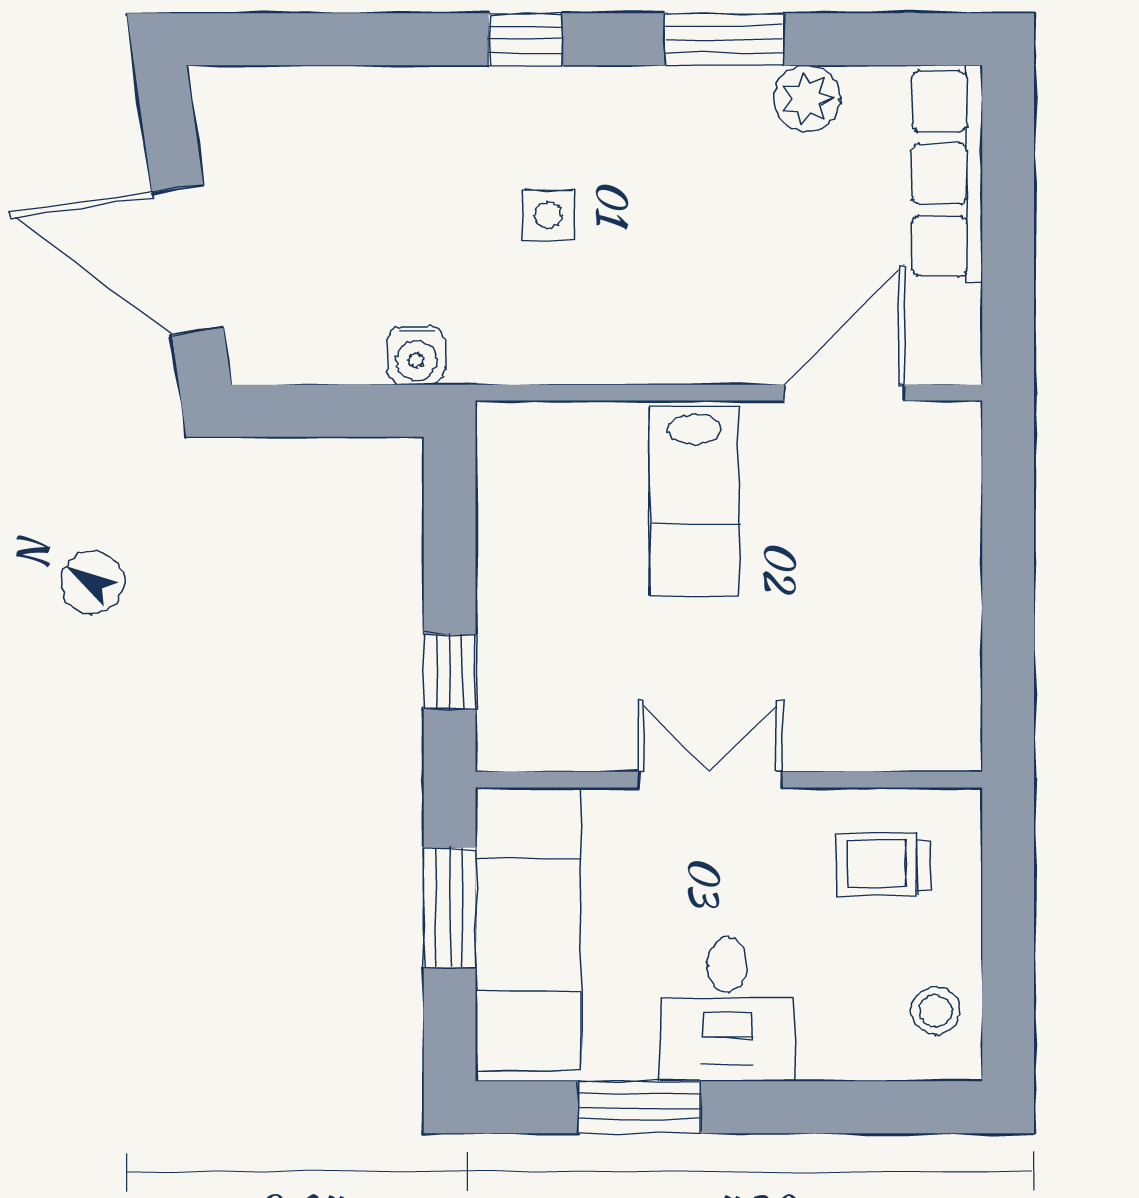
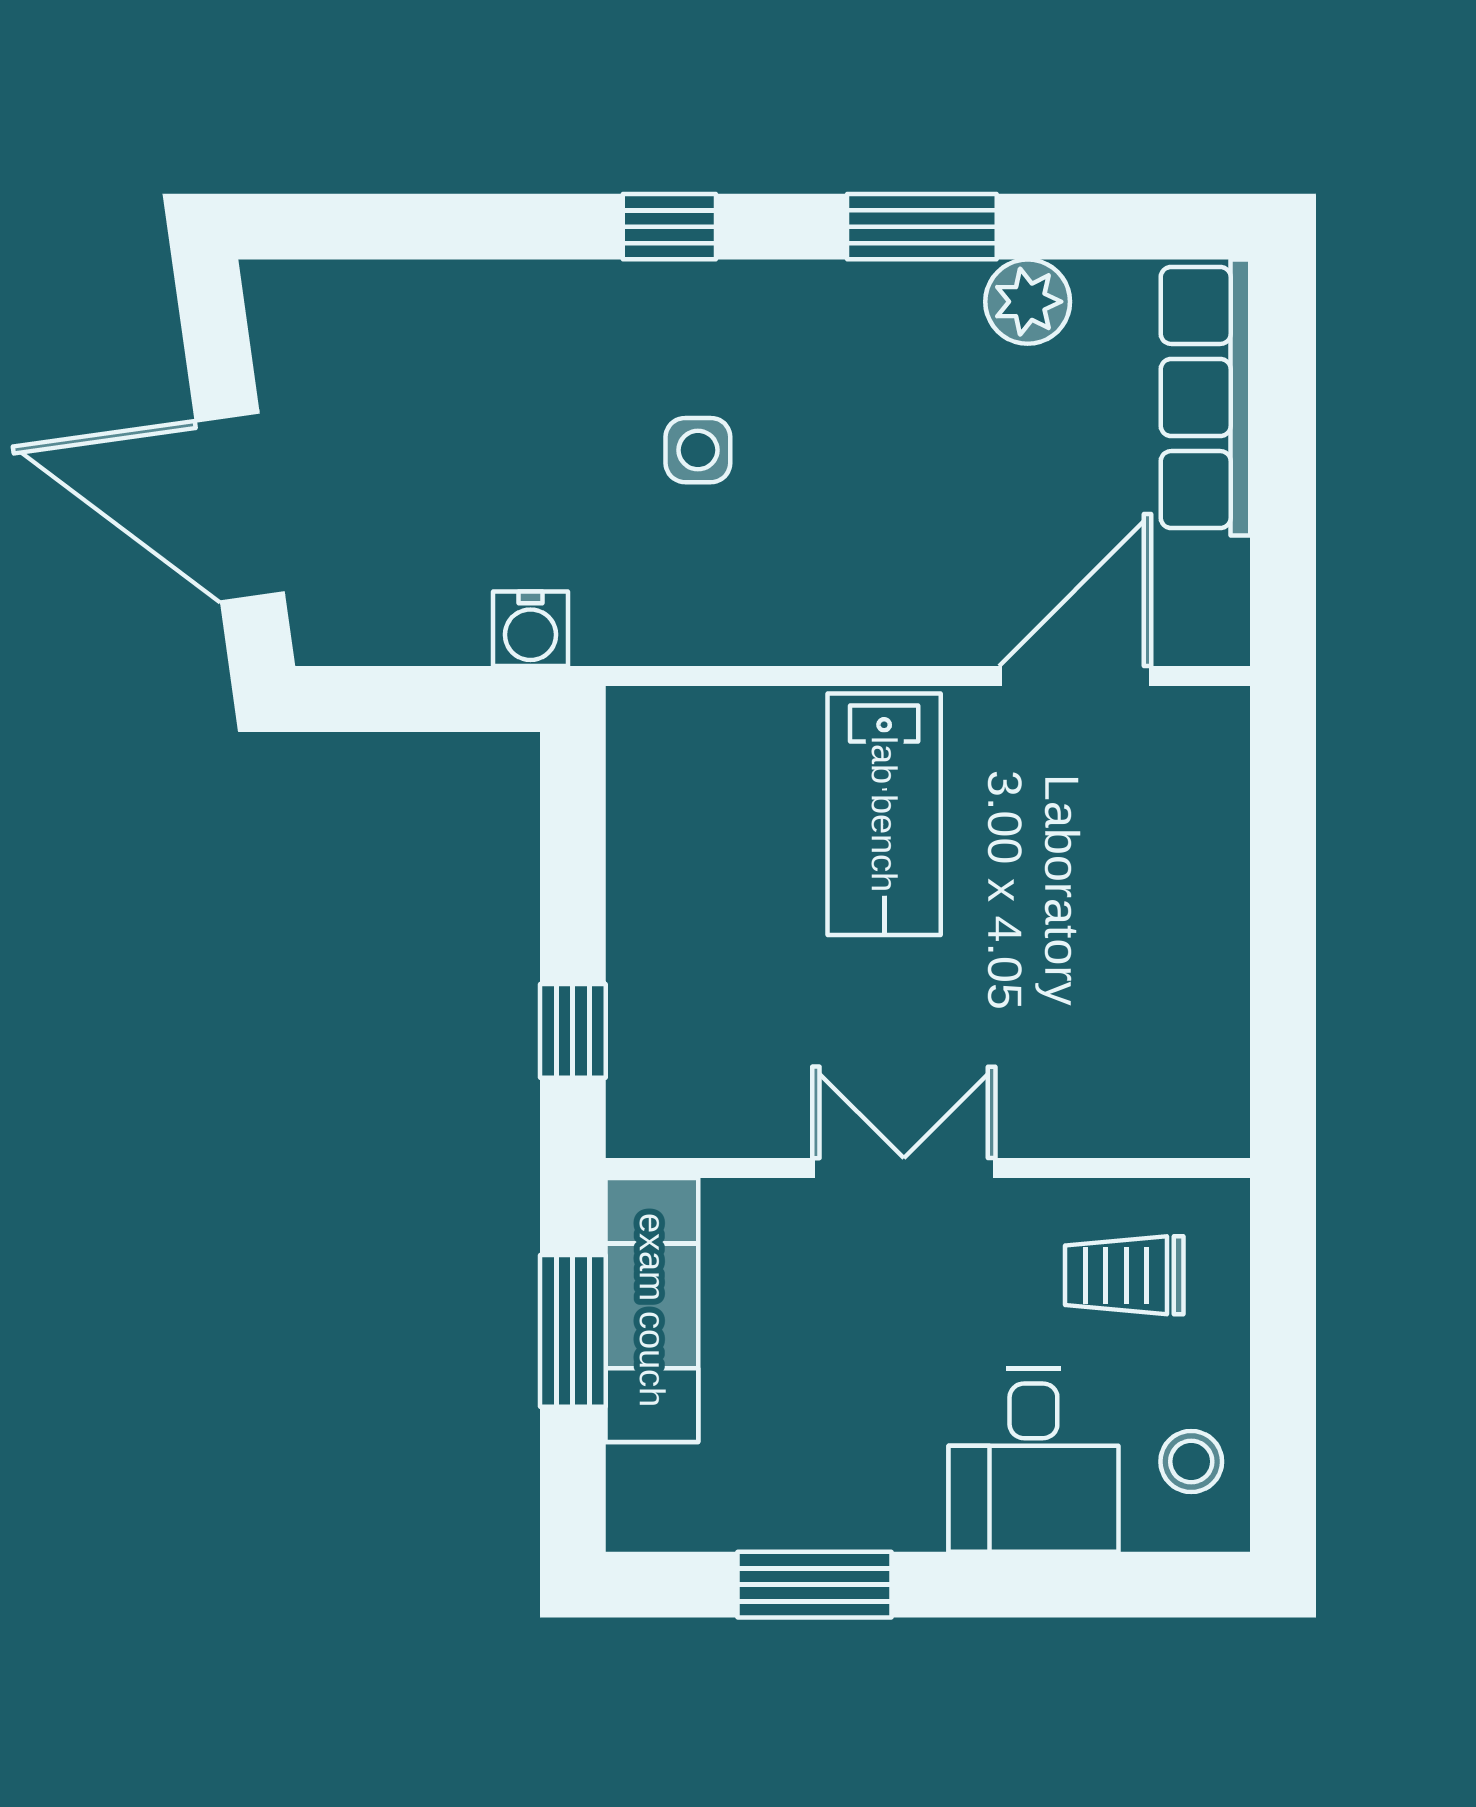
exam couch: (528, 929) -> (652, 1310), width x0.73, depth x0.69
desk: (727, 1009) -> (1033, 1460), moved

